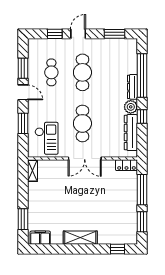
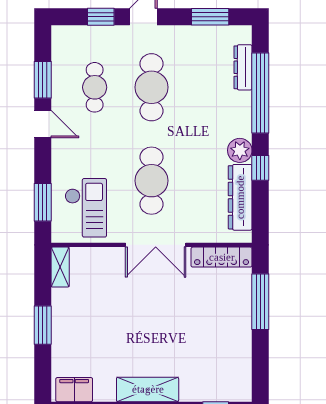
dresser: (133, 87) -> (243, 67), moved
window: (23, 123) -> (43, 202), moved
locker: (126, 165) -> (222, 257), width x1.53
window: (23, 219) -> (43, 325), moved
window: (142, 222) -> (260, 360), removed

